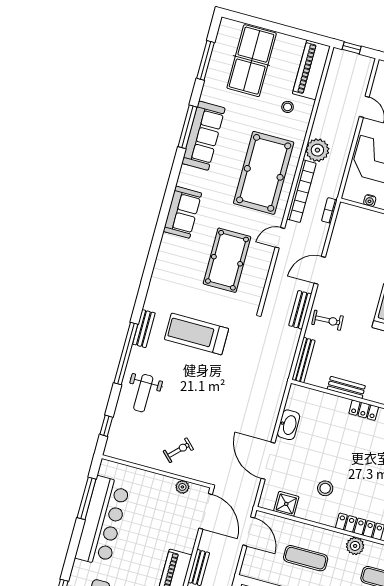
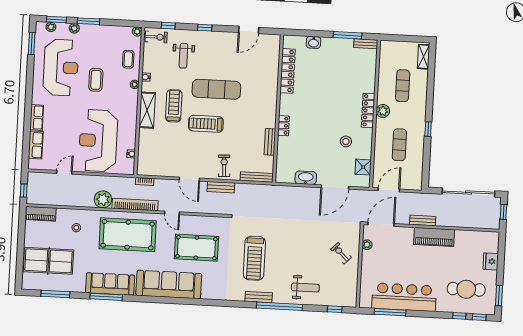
piano: (311, 70) -> (41, 214), width x0.73, depth x0.75
sofa: (182, 212) -> (169, 285), width x1.85, depth x1.27

